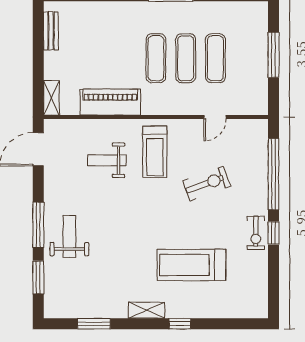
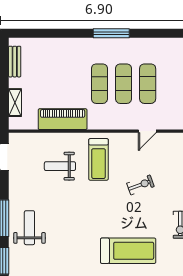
shelving: (51, 98) -> (15, 103), moved
exercise bike: (207, 183) -> (140, 185), width x0.73, depth x0.72
treadmill: (191, 265) -> (128, 251), turned 180

